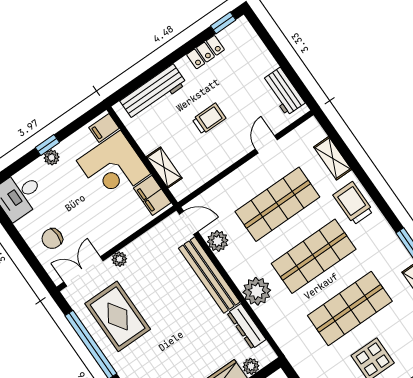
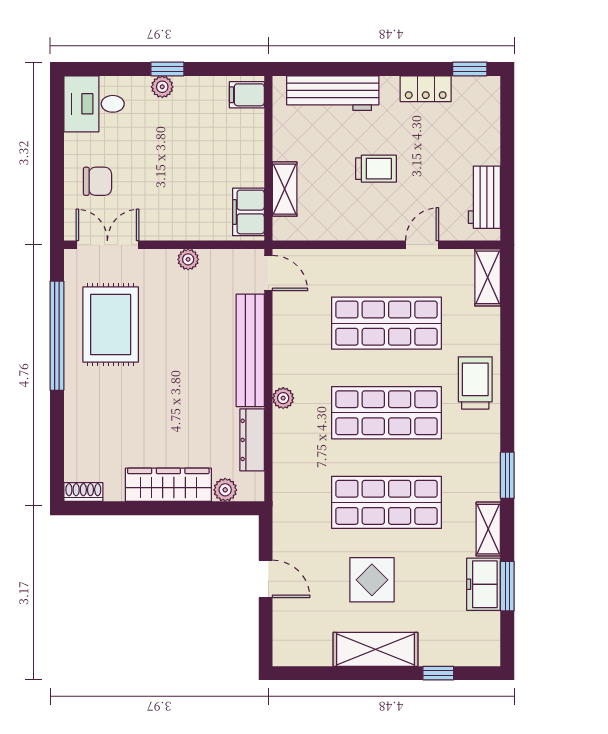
shelving: (333, 158) -> (488, 277), moved
corner desk: (114, 167) -> (226, 148), removed
chair: (52, 239) -> (98, 181), turned 180
plant: (218, 241) -> (288, 318), removed
plant: (119, 259) -> (188, 259), moved
plant: (257, 291) -> (283, 398), width x0.53, depth x0.53

